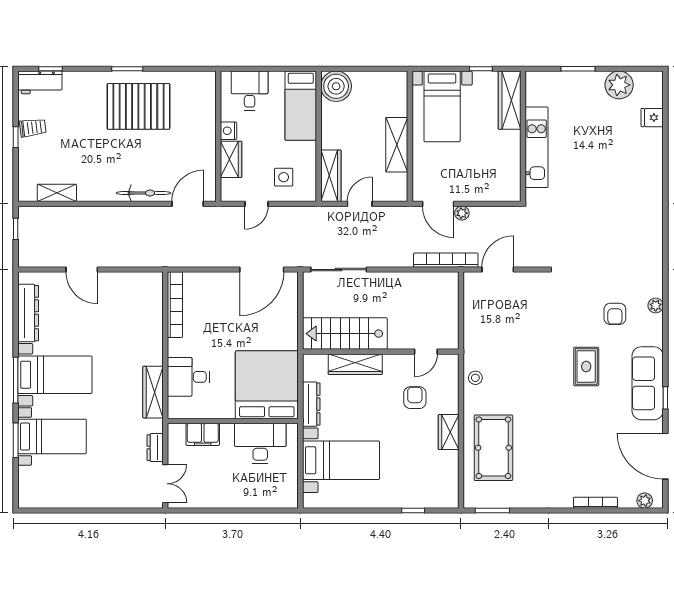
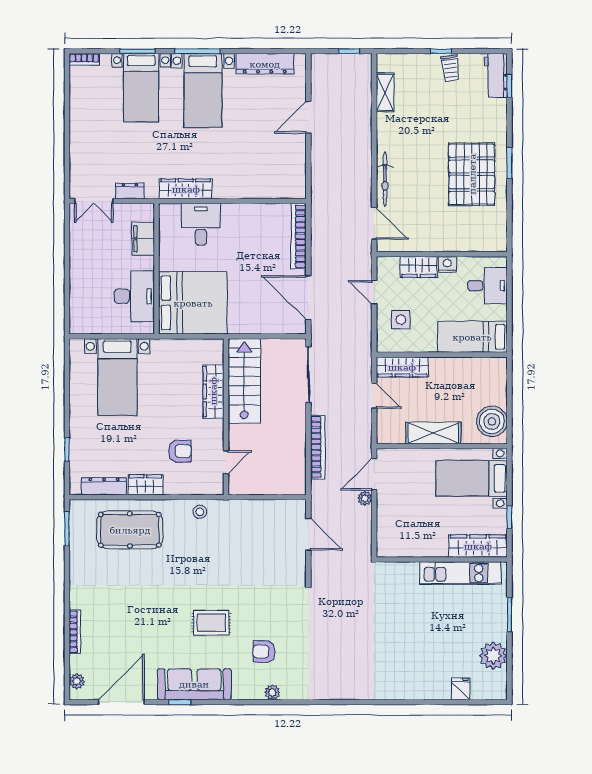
boiler: (336, 86) -> (492, 421), moved
kitchen unit: (537, 147) -> (460, 573), moved
bookcase: (446, 260) -> (318, 447), moved
bookcase: (175, 305) -> (299, 236), moved, turned 90
door: (426, 352) -> (226, 462), swing flipped
dresser: (311, 404) -> (104, 486), moved, turned 180
bookcase: (24, 493) -> (84, 59), added

